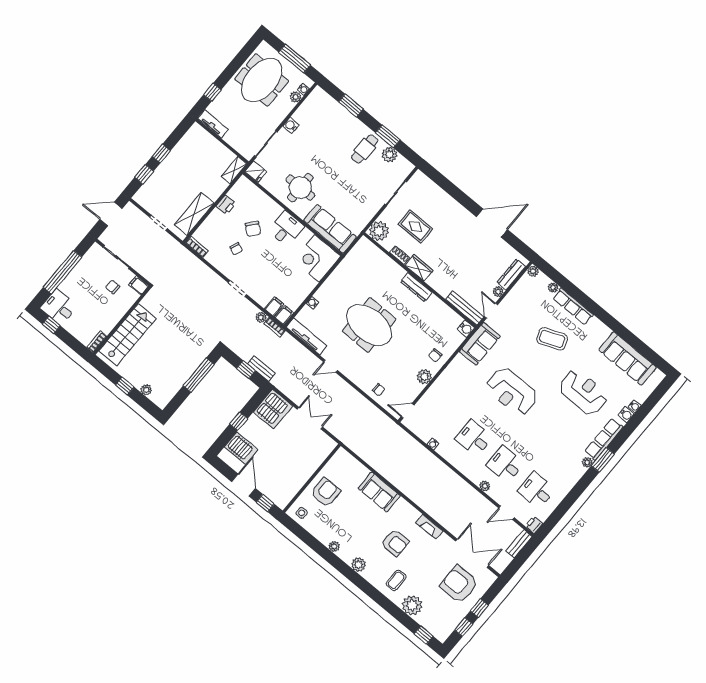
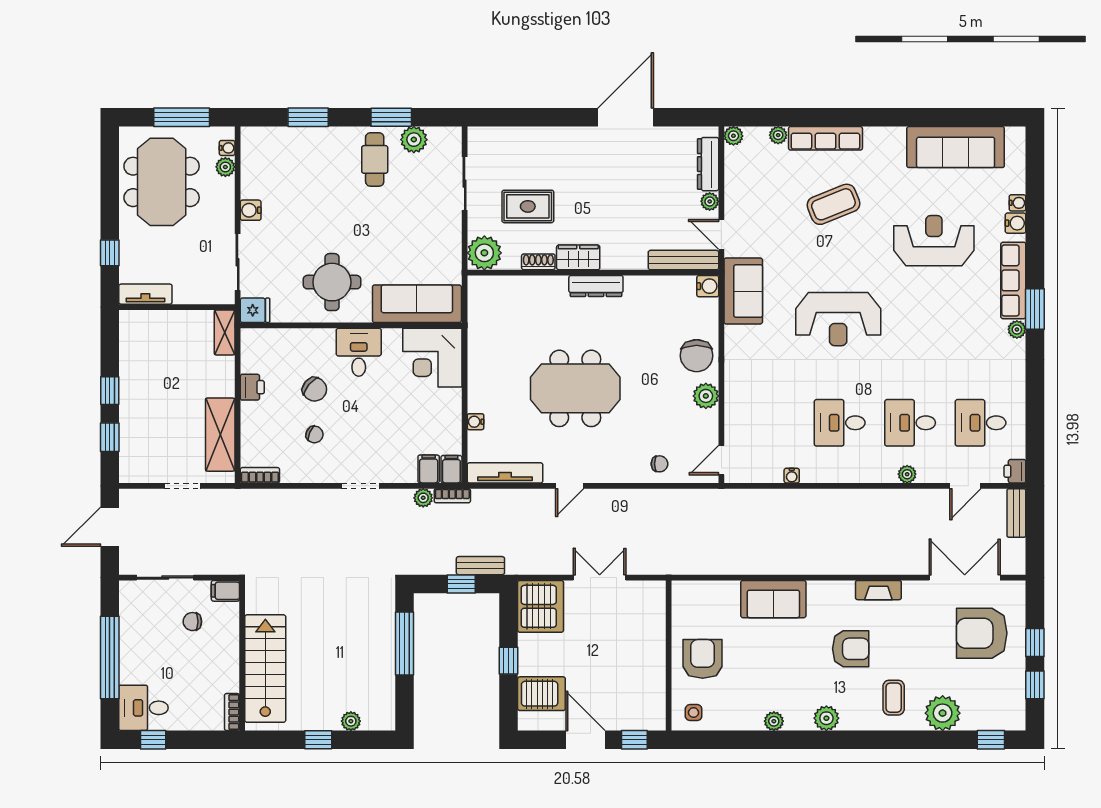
chair: (435, 355) -> (697, 356), width x1.87, depth x1.87

